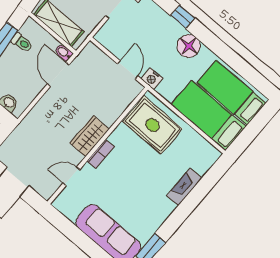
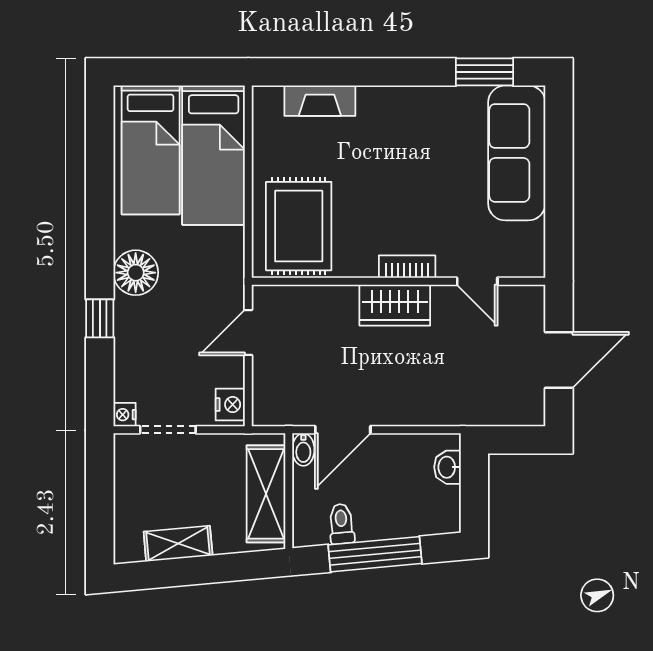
nightstand: (152, 79) -> (230, 405), moved
fireplace: (184, 187) -> (320, 101), moved

